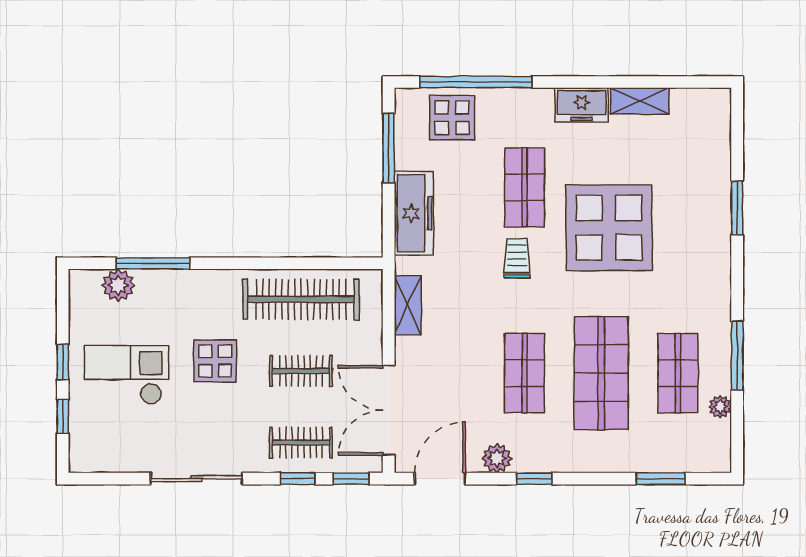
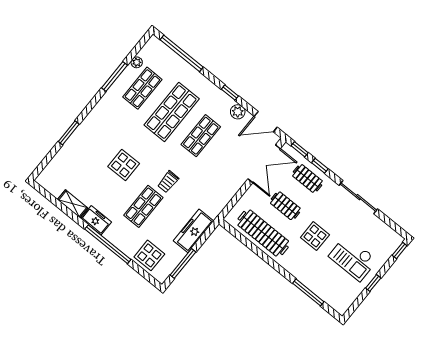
window: (476, 82) -> (108, 244), moved
display table: (609, 228) -> (124, 165), width x0.54, depth x0.54
plant: (118, 285) -> (328, 295), removed
shelving: (408, 305) -> (224, 198), removed
window: (63, 416) -> (400, 250), moved
window: (661, 479) -> (182, 53), width x2.11

